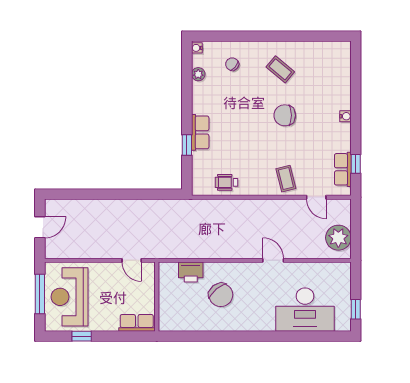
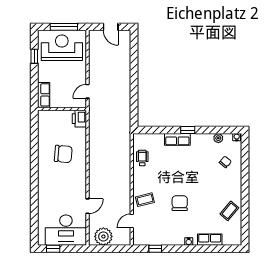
coffee table: (280, 69) -> (229, 211), moved
chair: (285, 115) -> (180, 203), moved
window: (187, 145) -> (188, 130), moved
row of seats: (343, 169) -> (210, 240), moved
door: (273, 260) -> (87, 206), moved
printer: (191, 272) -> (79, 119), moved
chair: (221, 295) -> (63, 154), turned -136
desk: (305, 310) -> (66, 230), moved, turned -90

